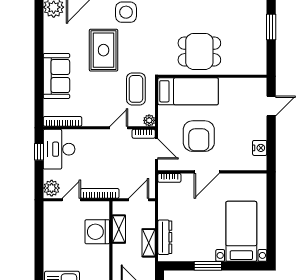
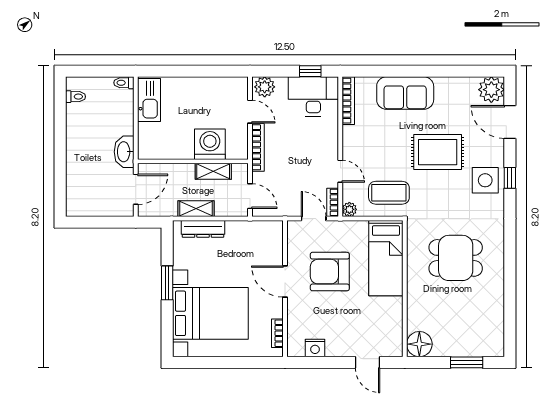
dining table: (199, 51) -> (456, 258), moved, turned 90
floor lamp: (257, 65) -> (419, 344), added
door: (157, 149) -> (314, 219), swing flipped
bookcase: (169, 178) -> (277, 333), moved
bed with nightstands: (241, 231) -> (210, 313), width x1.36

